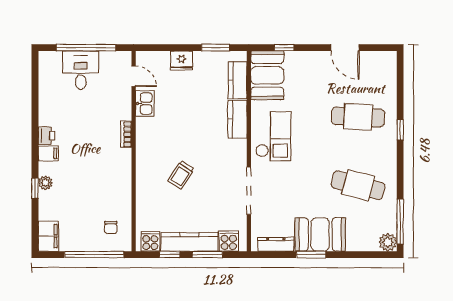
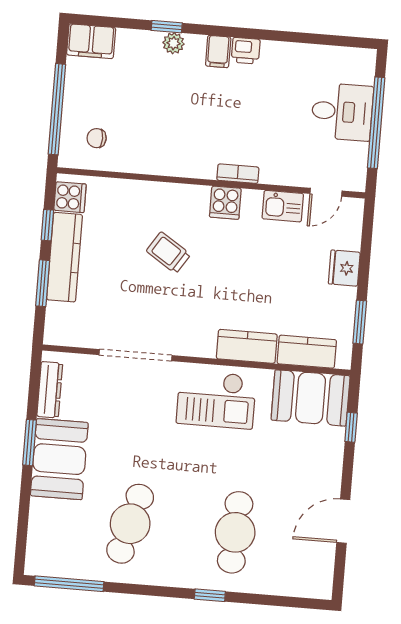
cooker: (229, 241) -> (225, 203), moved, turned 90
plant: (388, 242) -> (39, 562), removed

